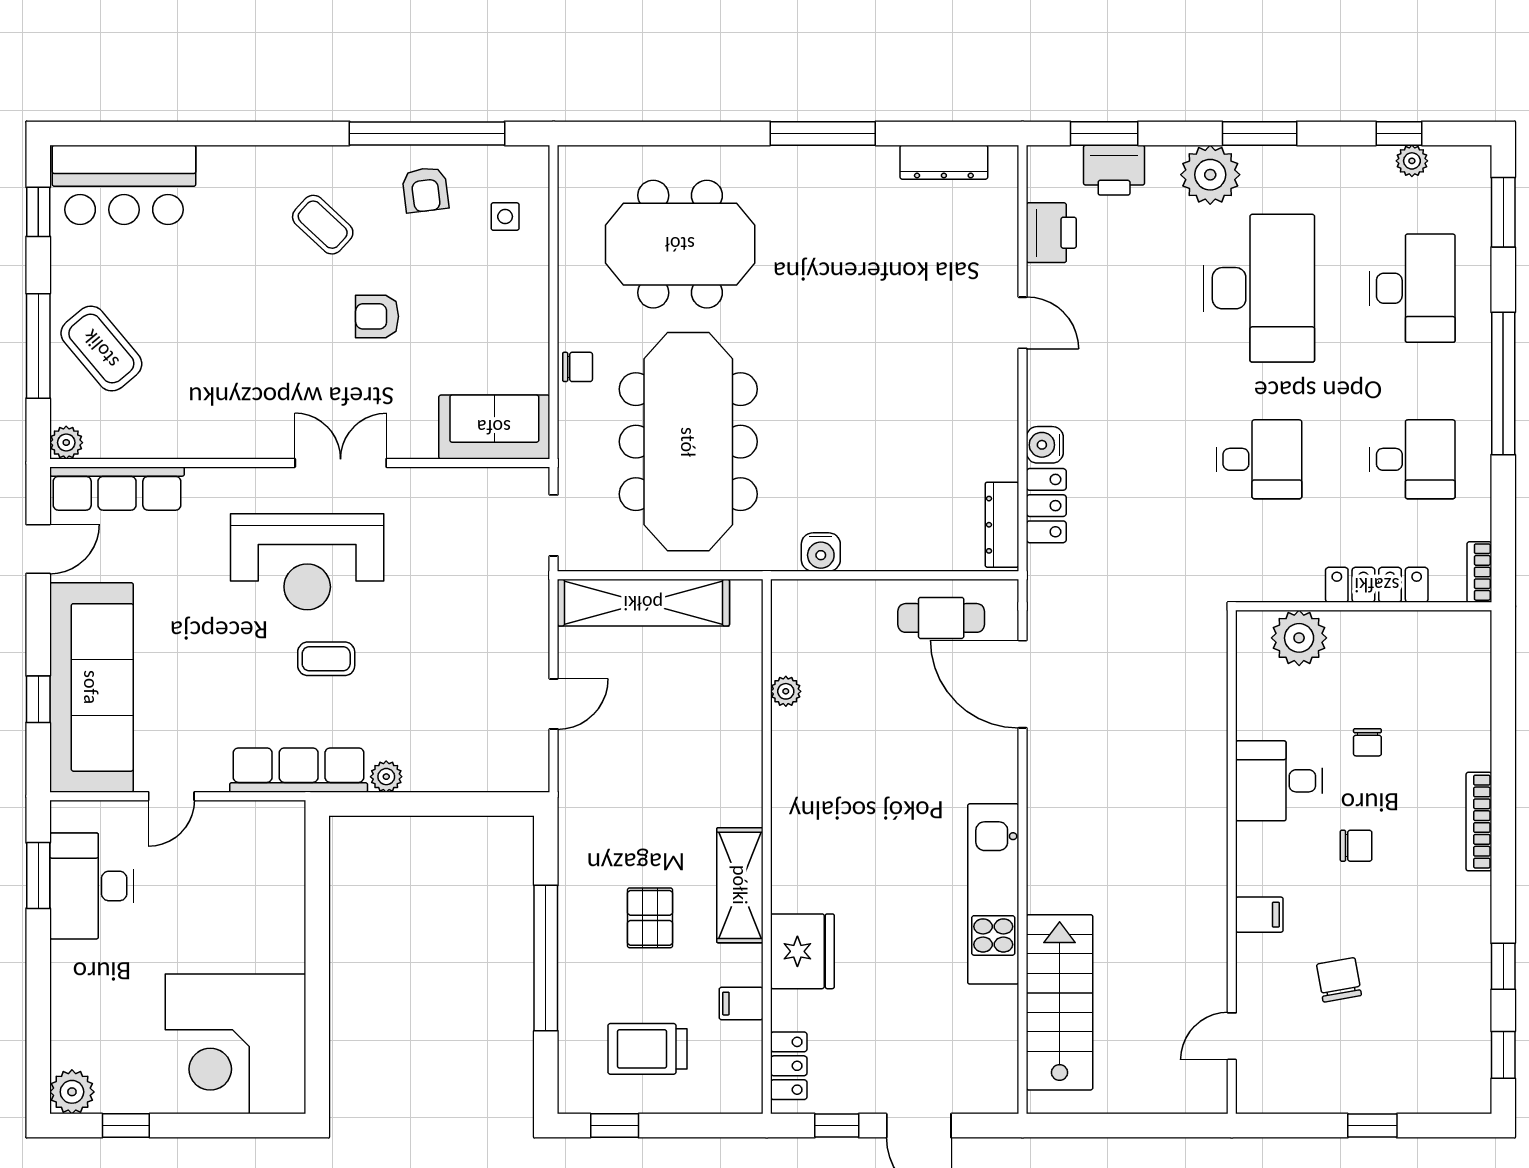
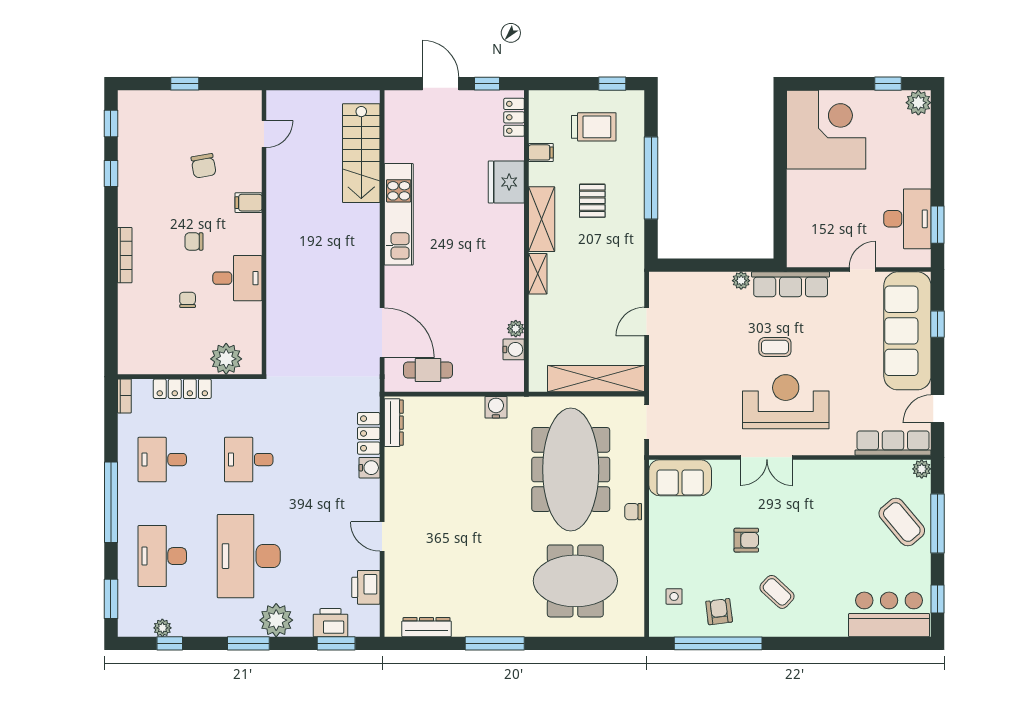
water cooler: (789, 654) -> (514, 349), added
shelving: (747, 788) -> (538, 274), added

